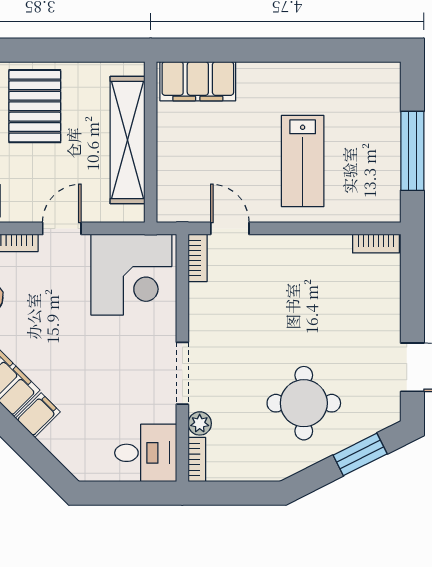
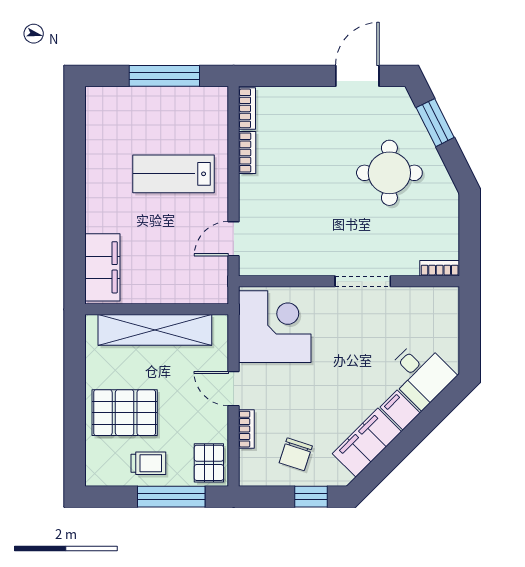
lab bench: (303, 161) -> (173, 174), turned 180
bookcase: (198, 258) -> (247, 153), moved, turned 90
plant: (200, 423) -> (408, 266), removed
desk: (146, 453) -> (420, 374), moved, turned 135

